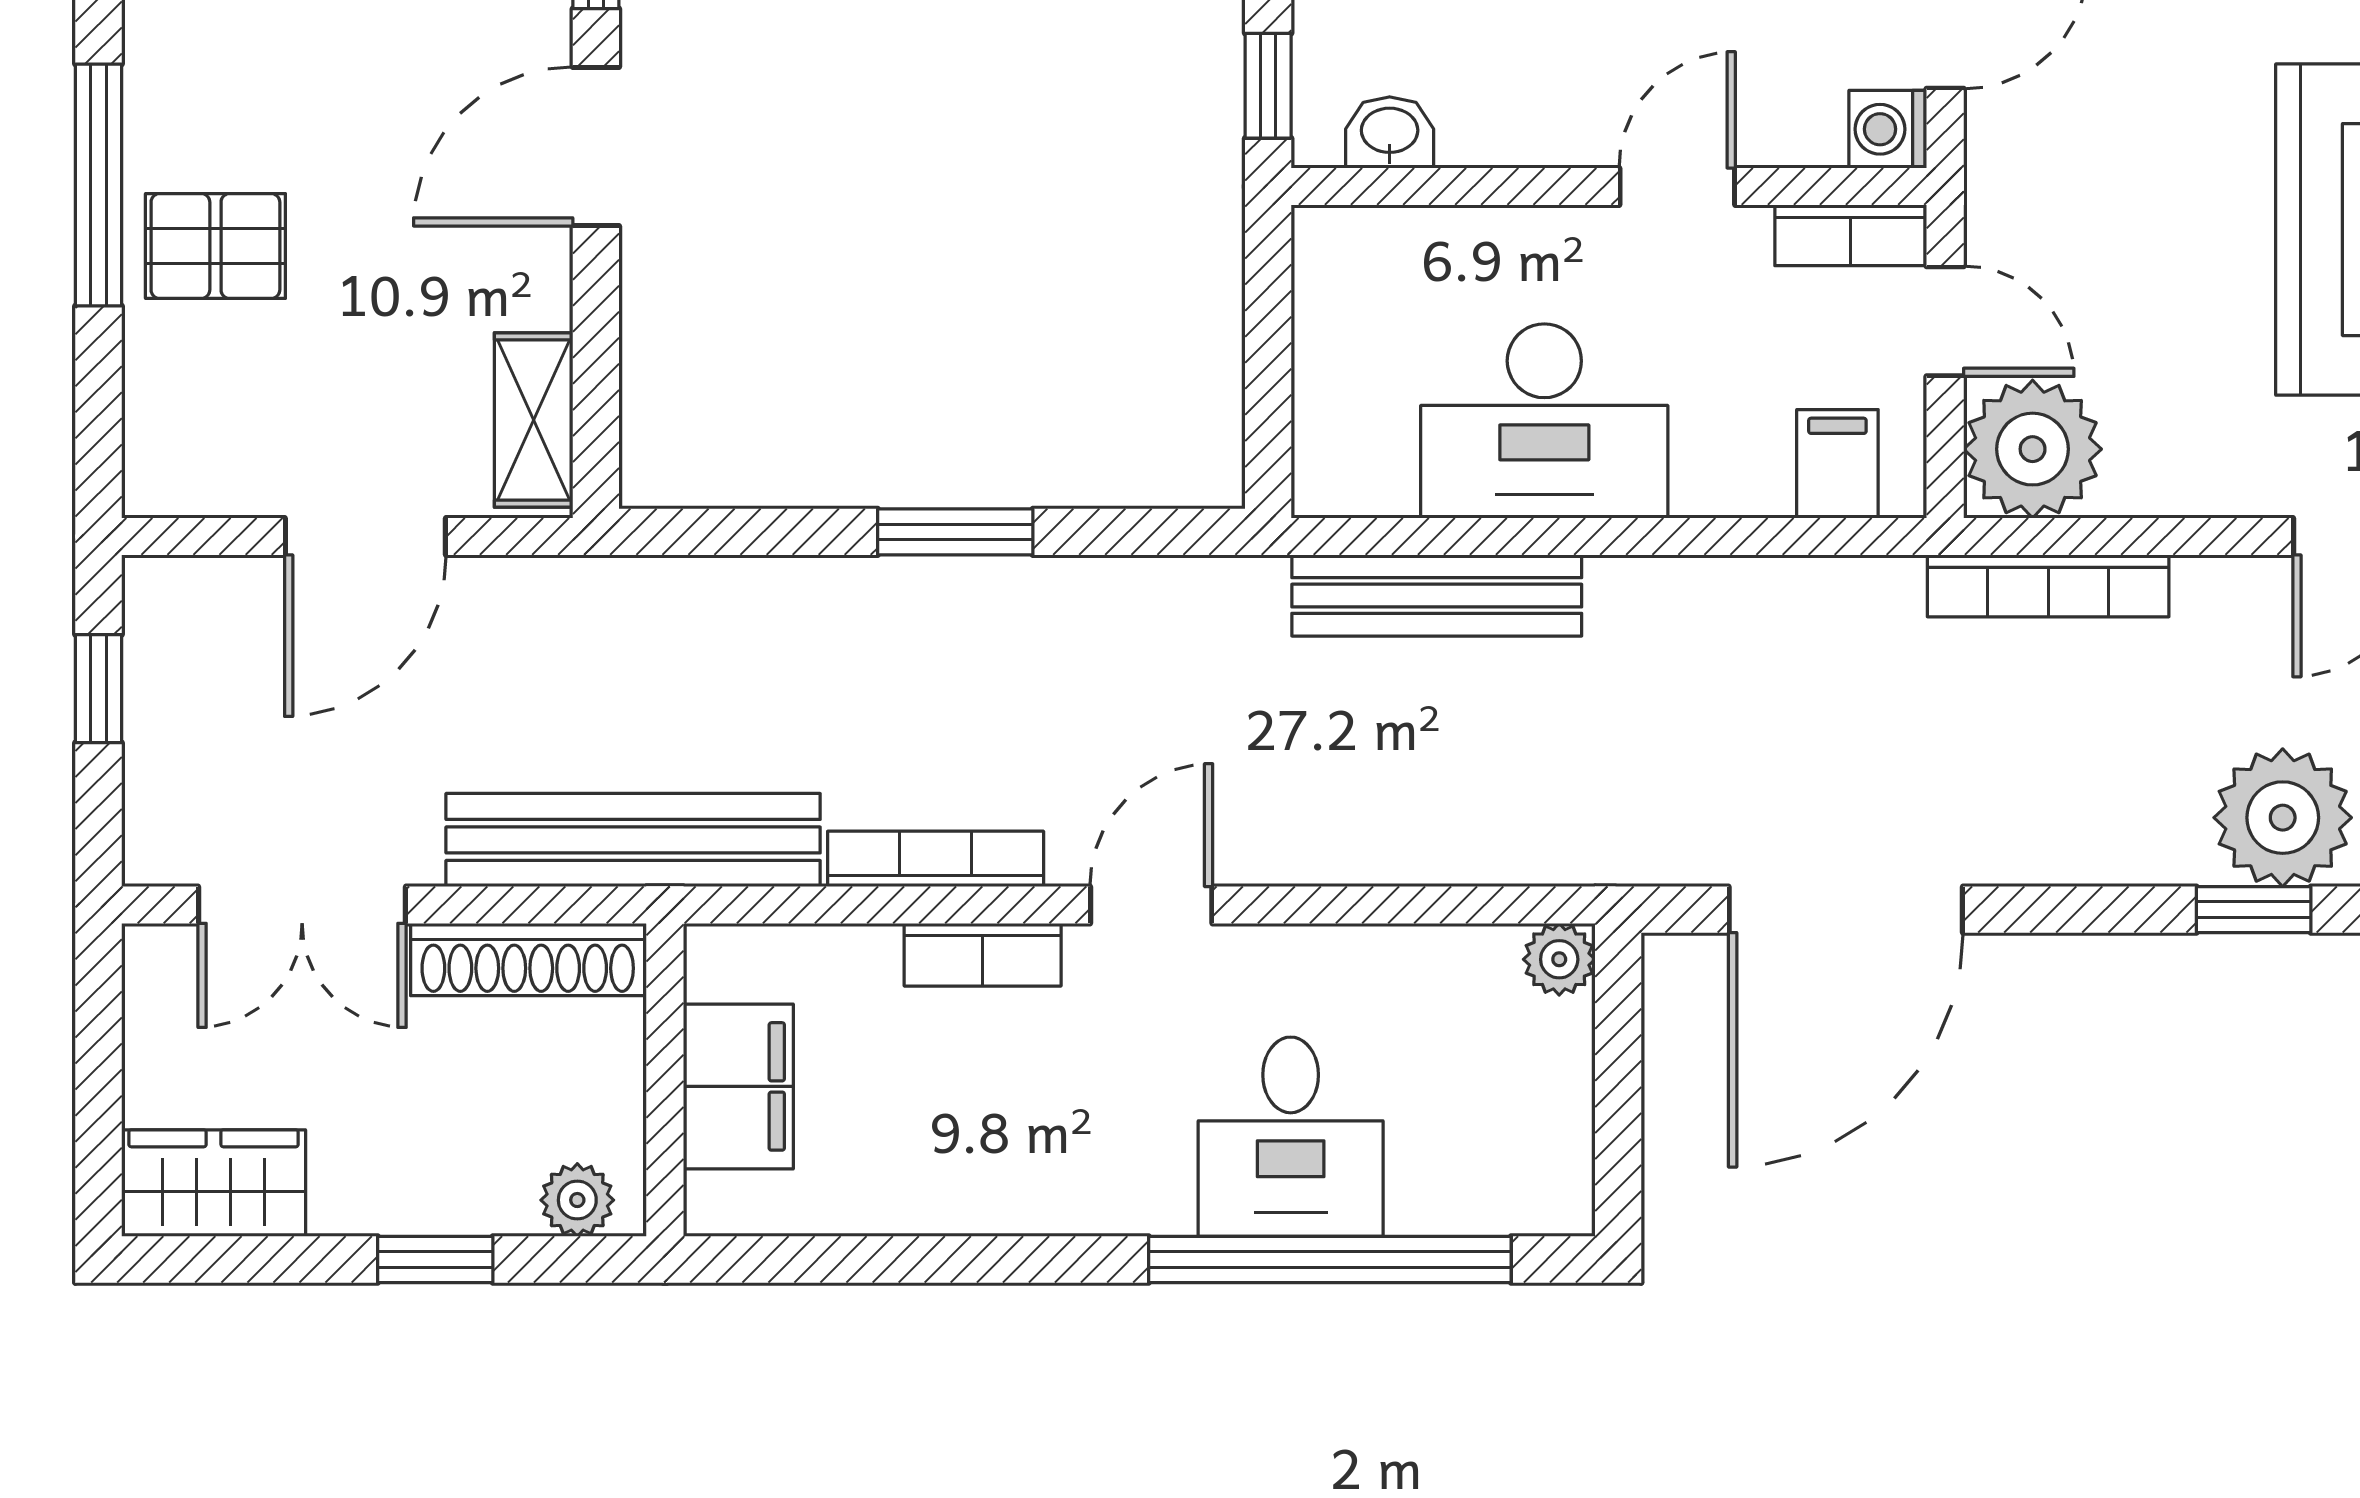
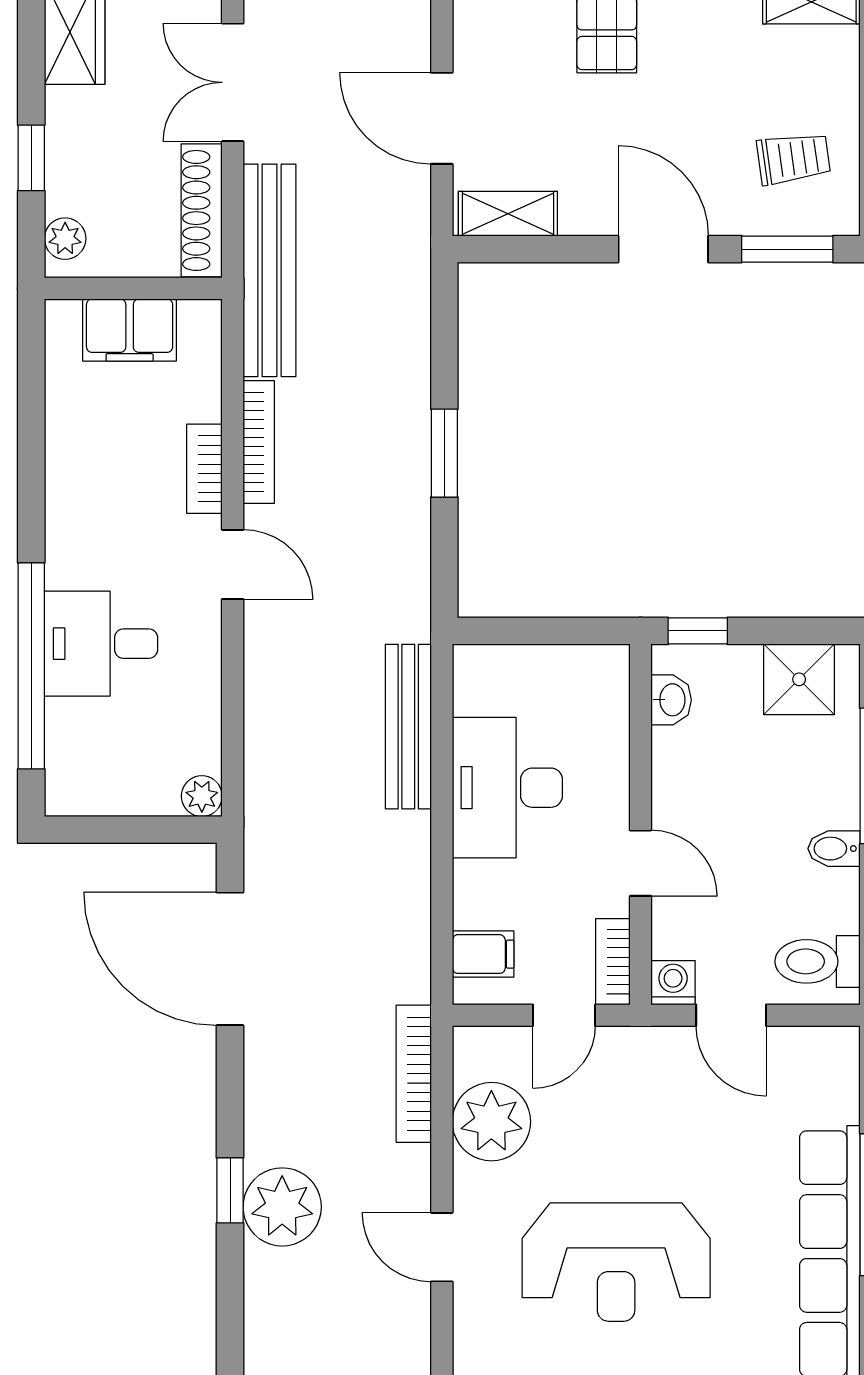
plant: (2033, 449) -> (491, 1122), moved

